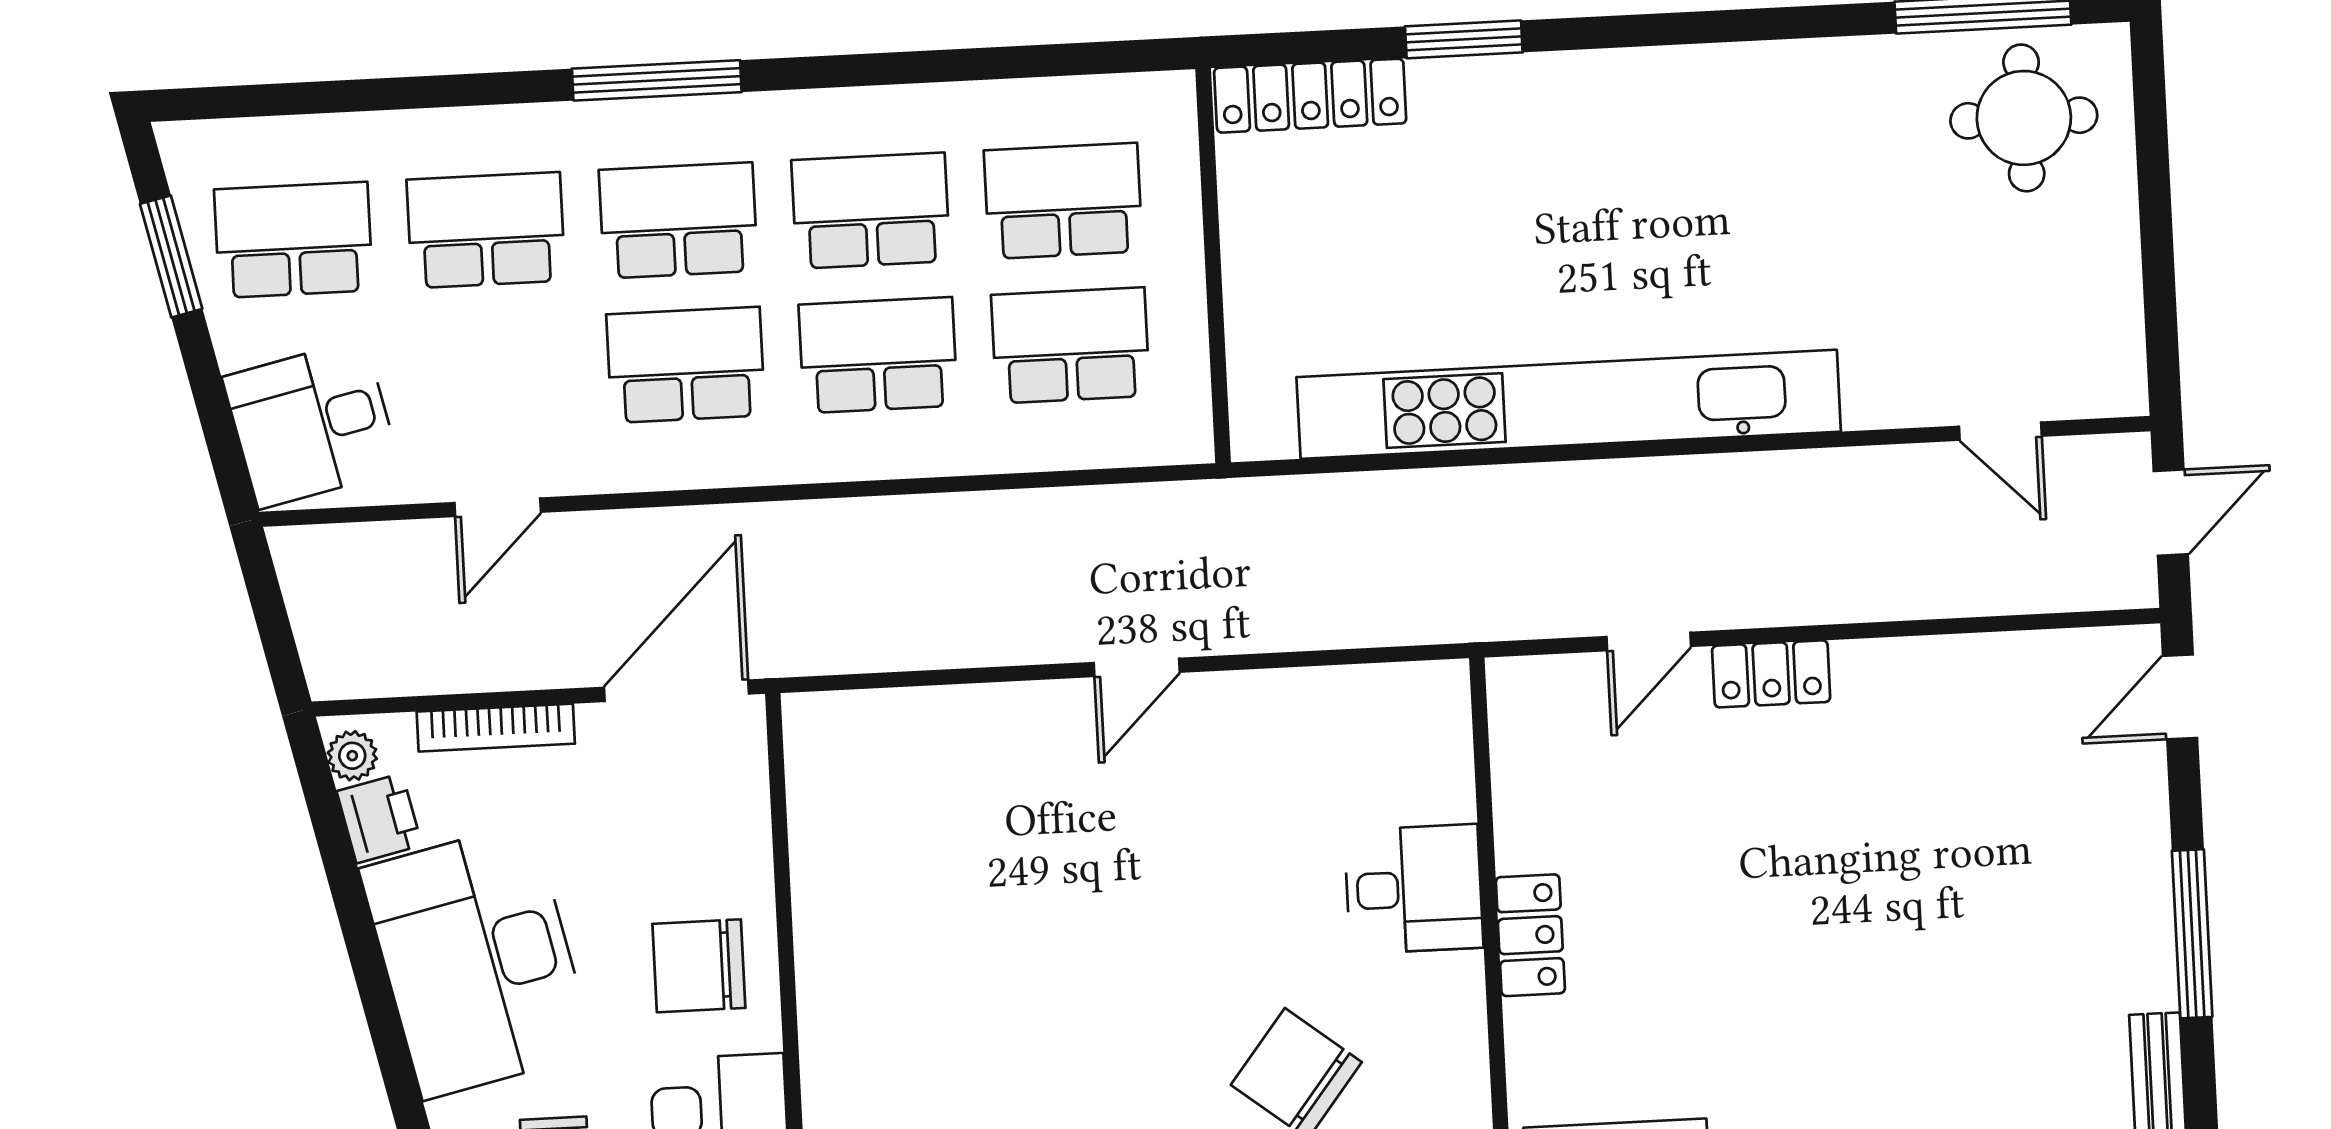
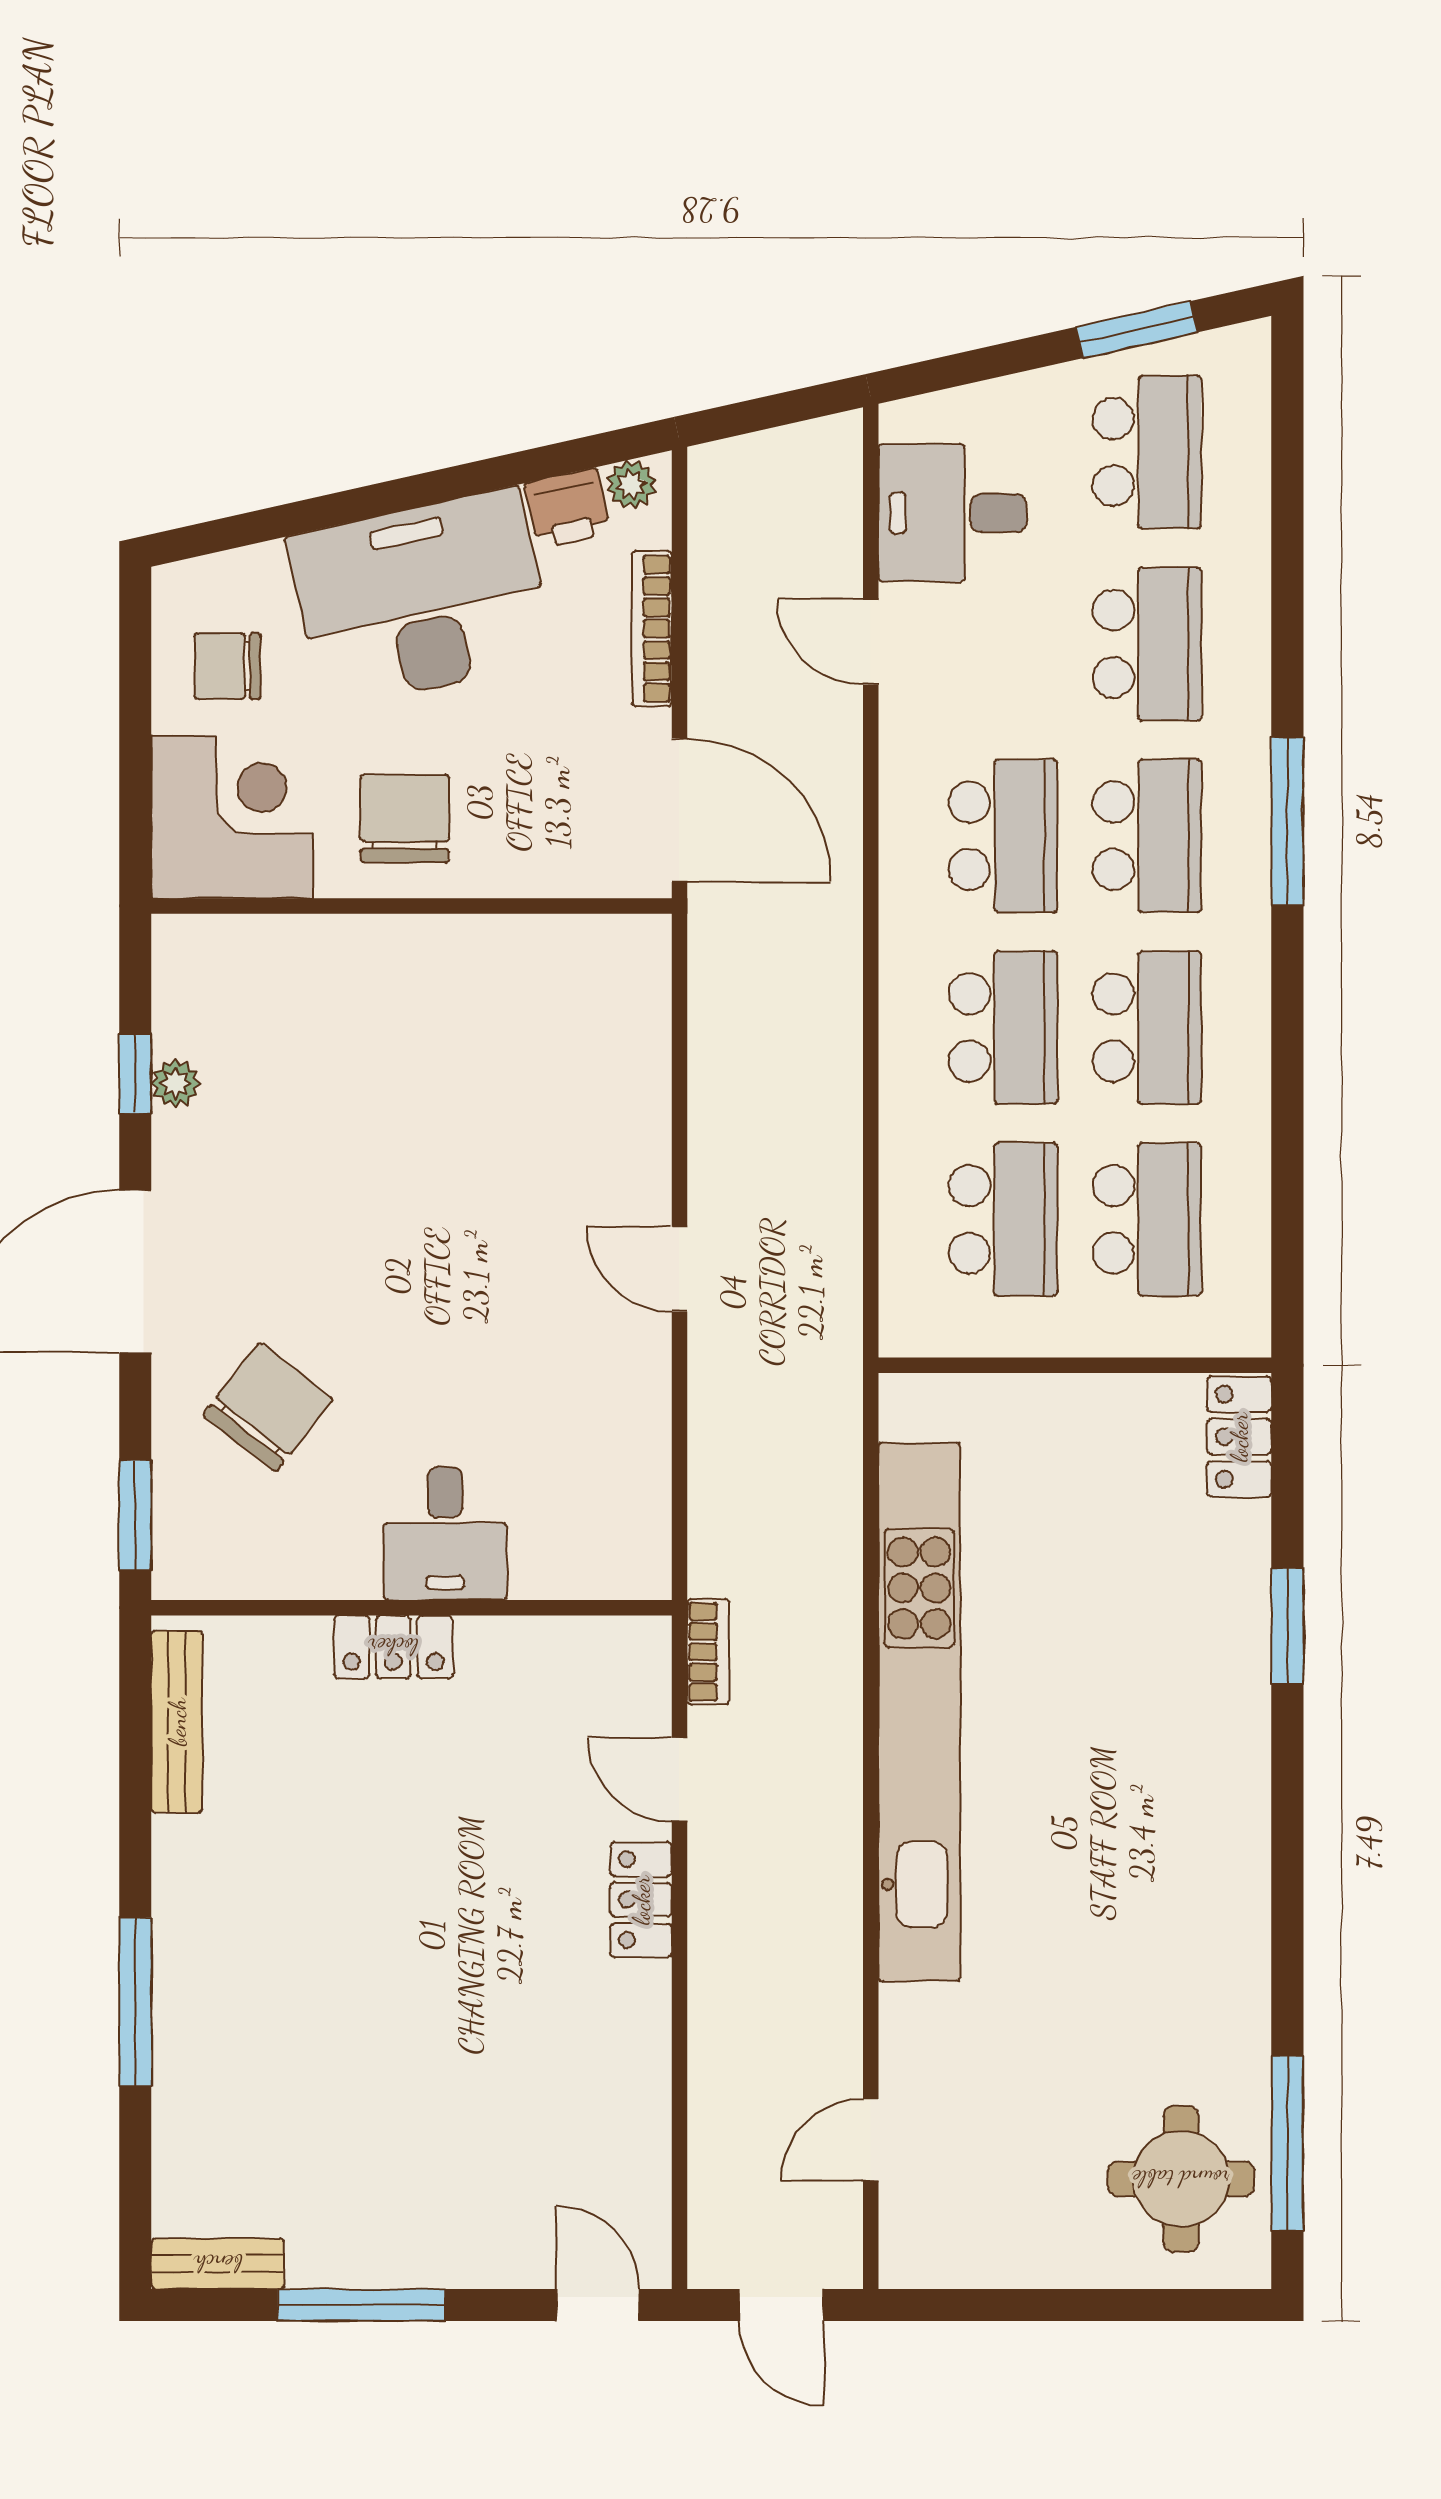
locker: (1310, 96) -> (1239, 1437), width x0.66
desk: (312, 424) -> (953, 513), moved, turned -77
bookcase: (1519, 619) -> (708, 1652), added

